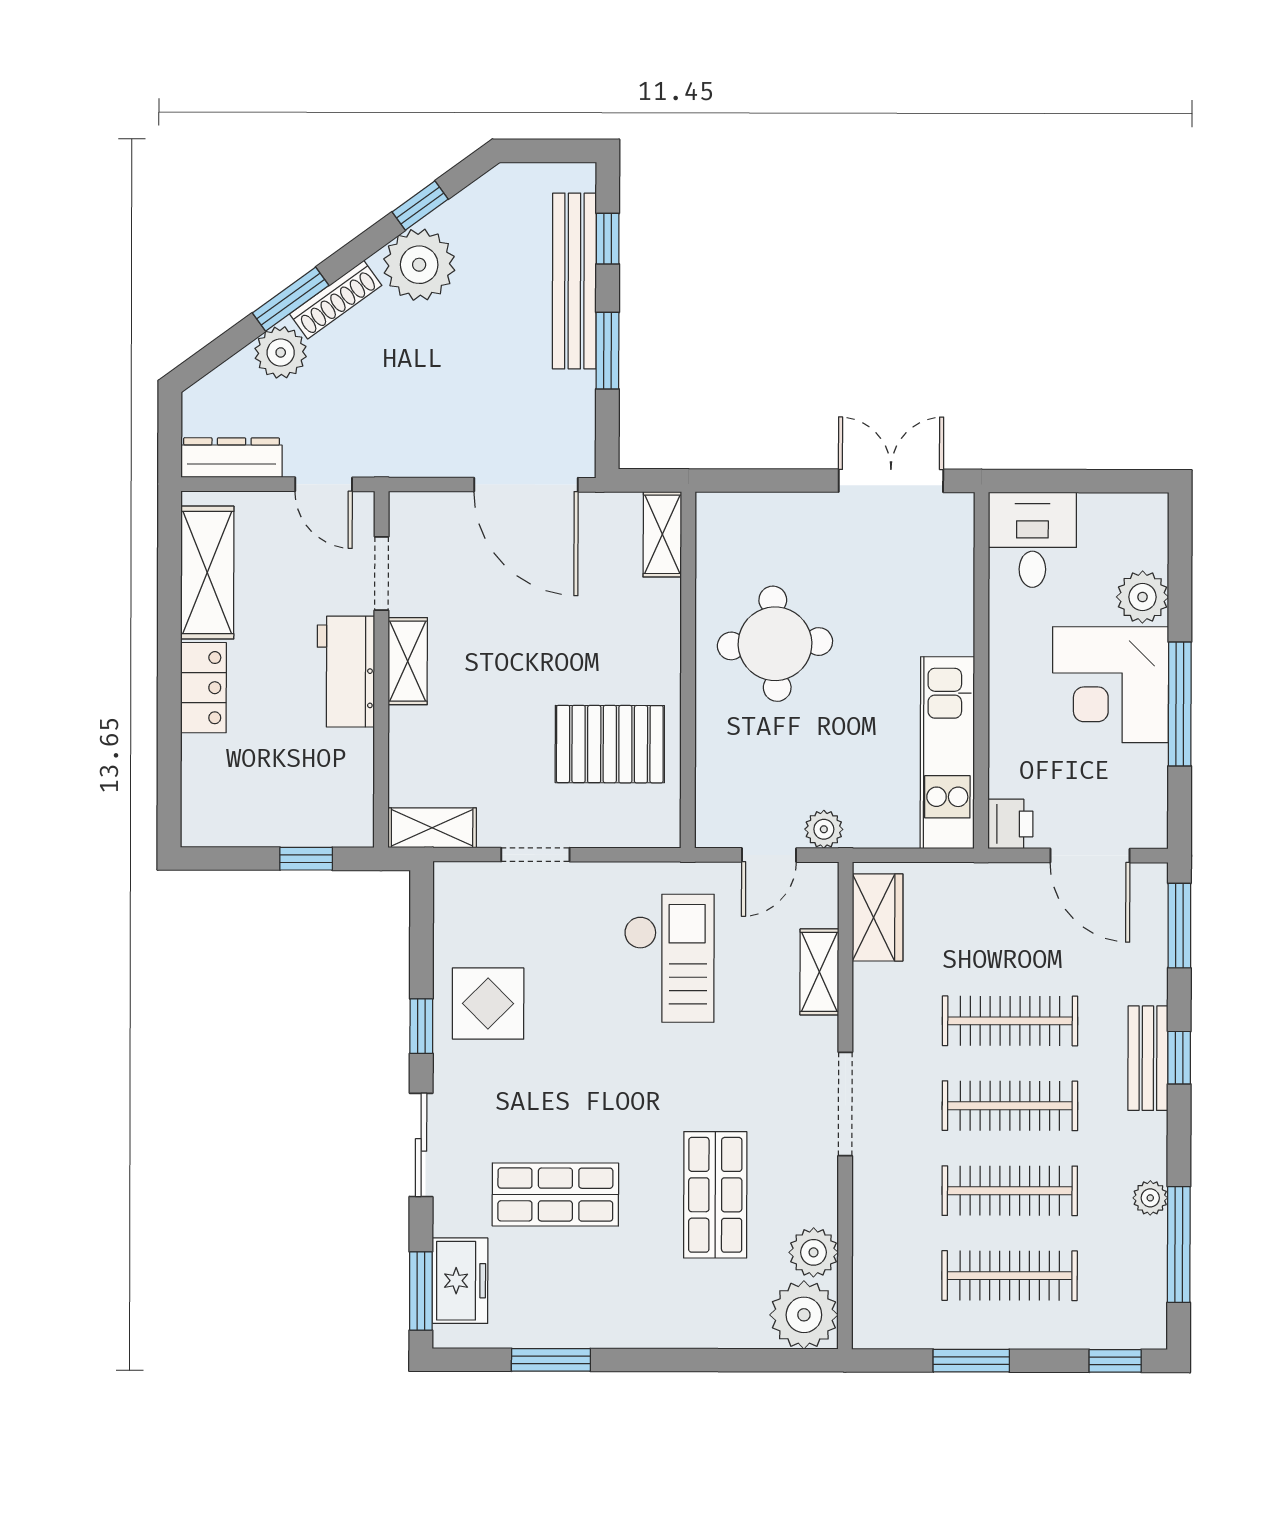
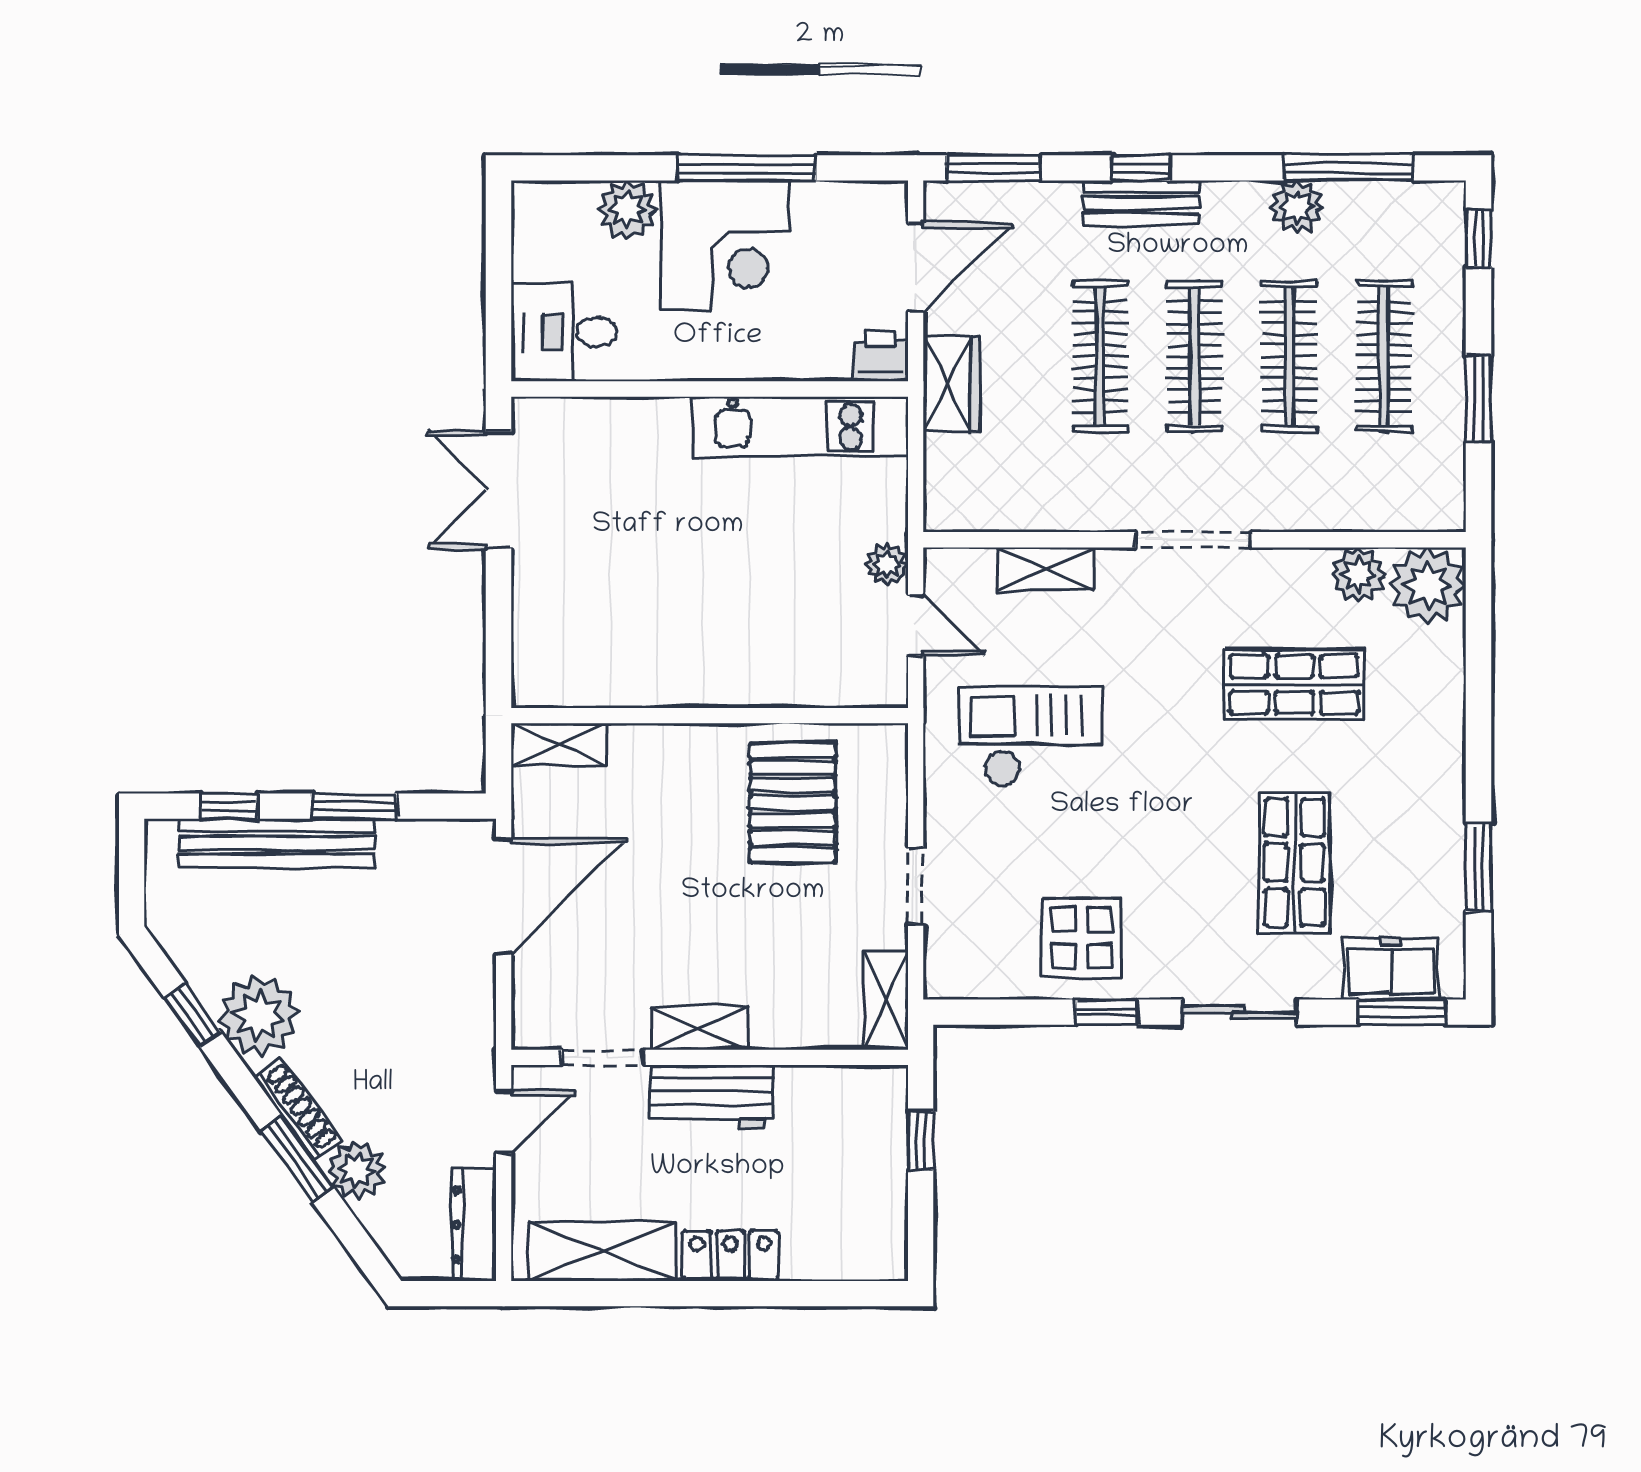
round table: (775, 644) -> (680, 619), removed
wardrobe: (878, 917) -> (951, 384), moved, turned 90
plant: (1150, 1198) -> (1297, 207), width x1.38, depth x1.38

